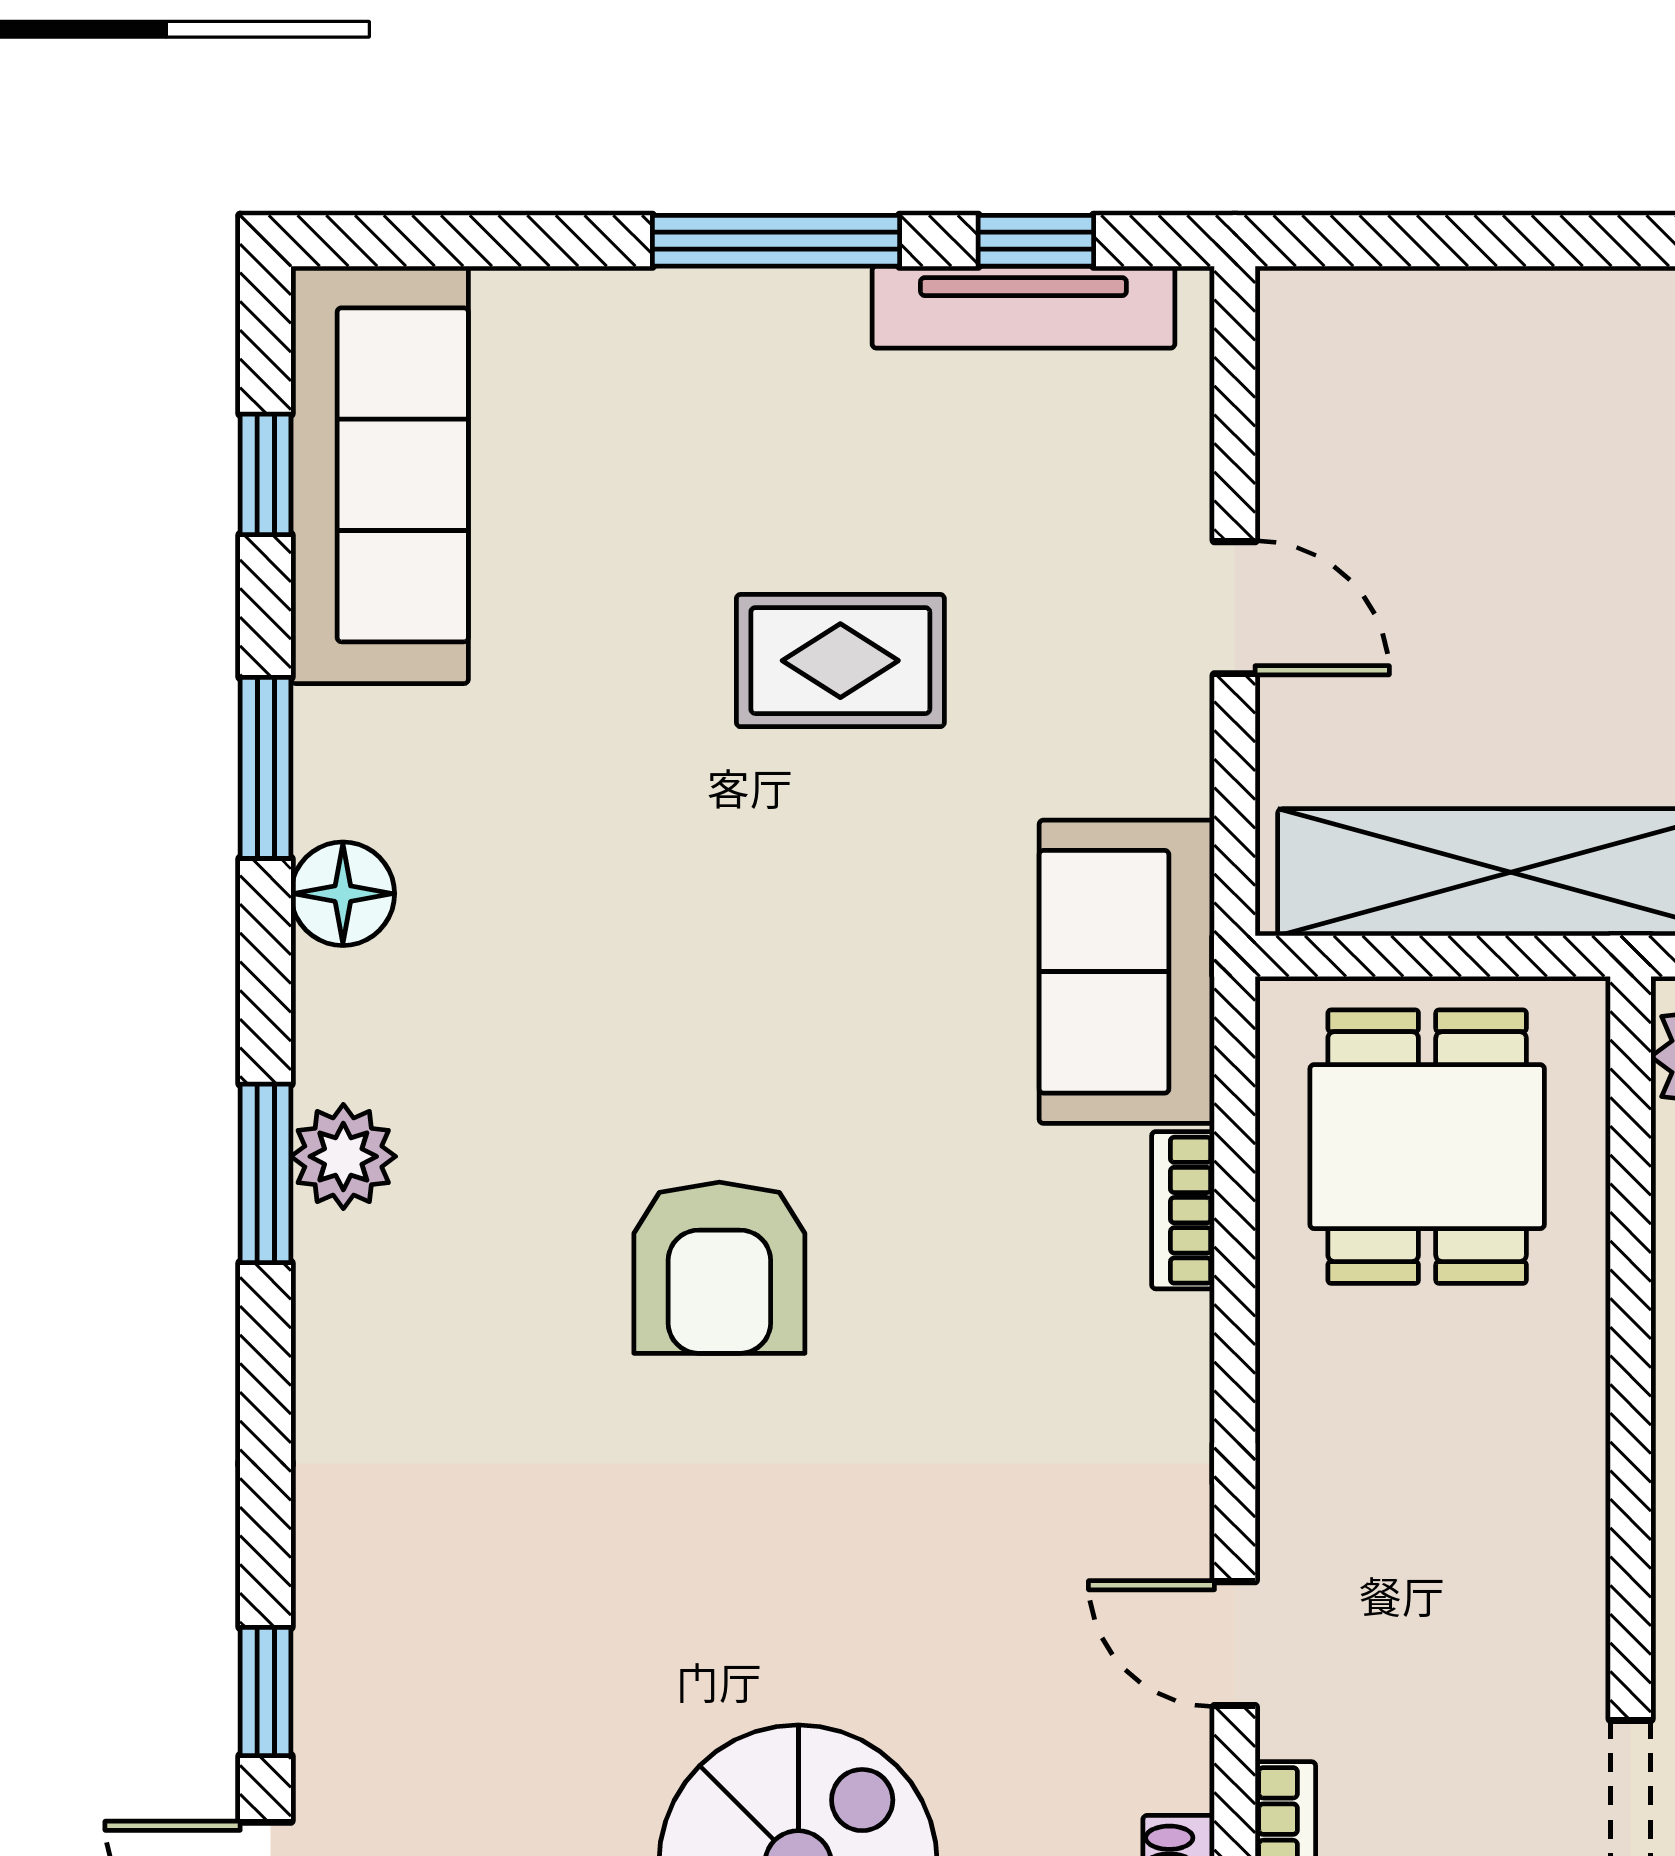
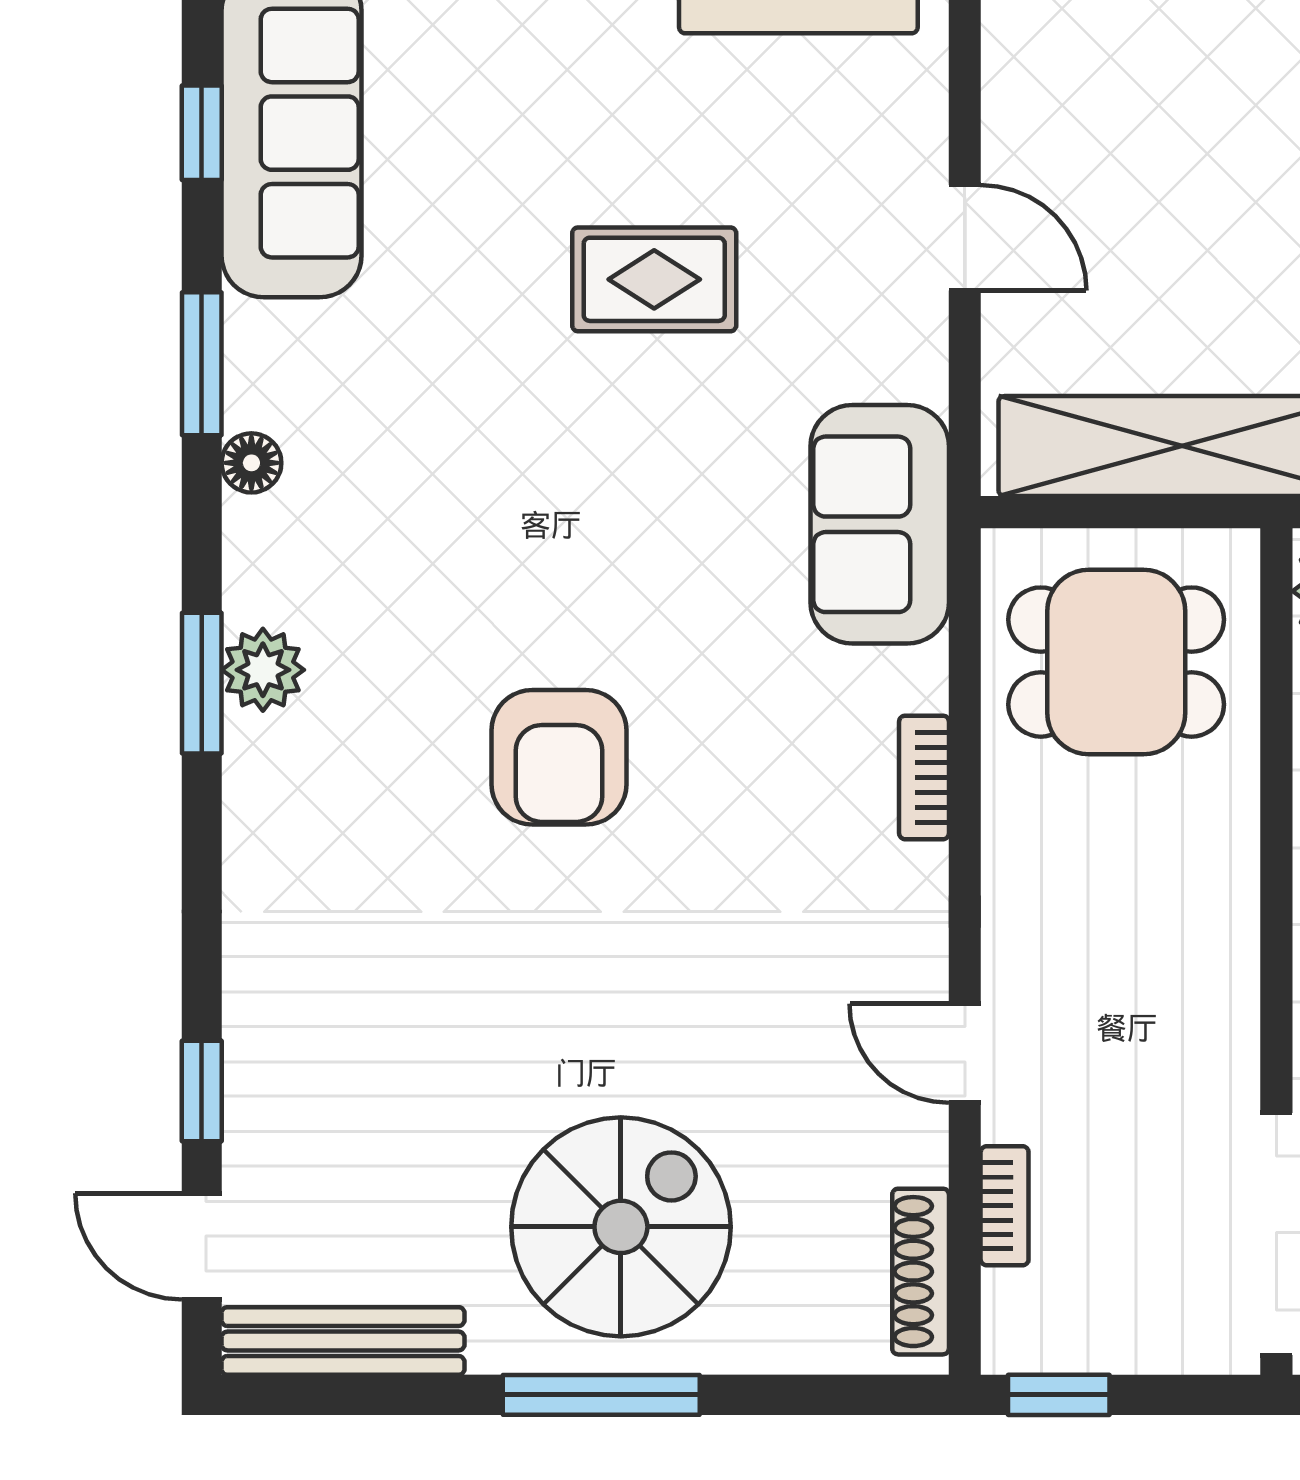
floor lamp: (343, 894) -> (251, 463), width x0.73, depth x0.73
dining table: (1427, 1147) -> (1116, 662), turned 90
bookcase: (1183, 1210) -> (924, 777), moved

